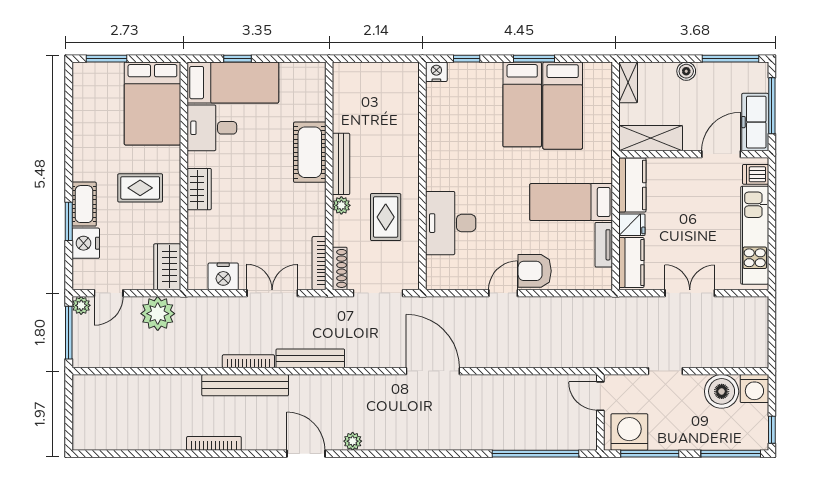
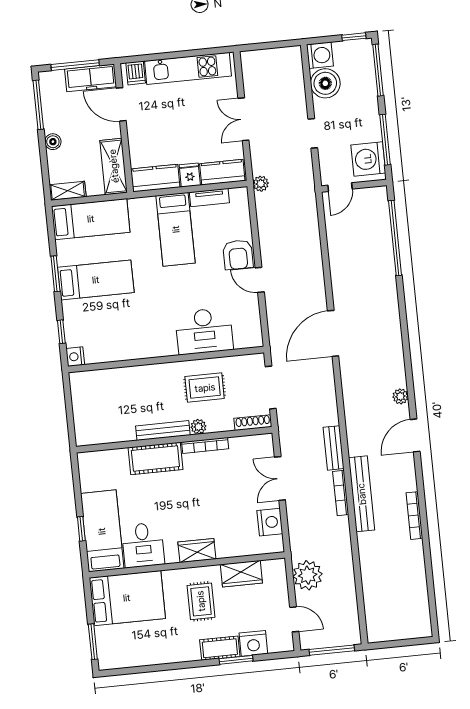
bed: (563, 106) -> (91, 219), moved
bookcase: (319, 263) -> (205, 445), moved
wardrobe: (167, 267) -> (241, 574), moved
plant: (81, 305) -> (261, 184), moved
bench: (310, 358) -> (334, 448), width x0.73

